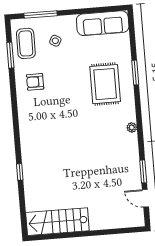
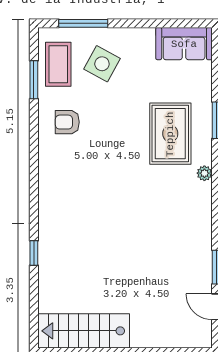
sofa: (103, 23) -> (184, 44), width x0.73
side table: (55, 41) -> (102, 64), width x1.87, depth x1.87
plant: (132, 127) -> (204, 173), moved

